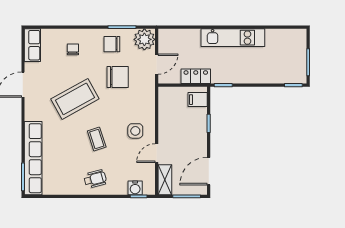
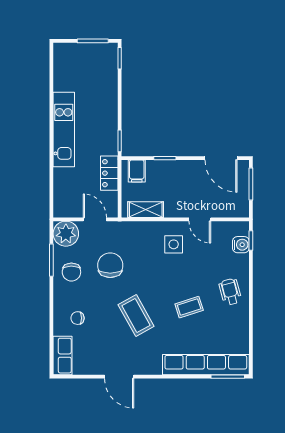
row of seats: (32, 45) -> (63, 356), moved, turned 90
coffee table: (75, 99) -> (136, 316), width x0.73, depth x0.76
coffee table: (97, 139) -> (189, 307), moved
shelving: (165, 180) -> (146, 210), moved

